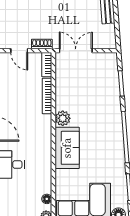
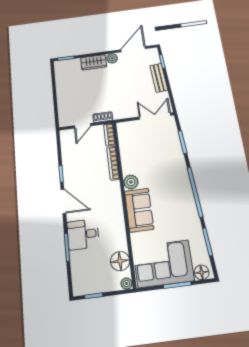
door: (19, 51) -> (82, 126), hinge flipped
double door: (76, 51) -> (155, 116), moved
floor lamp: (47, 199) -> (120, 261), width x1.89, depth x1.89

